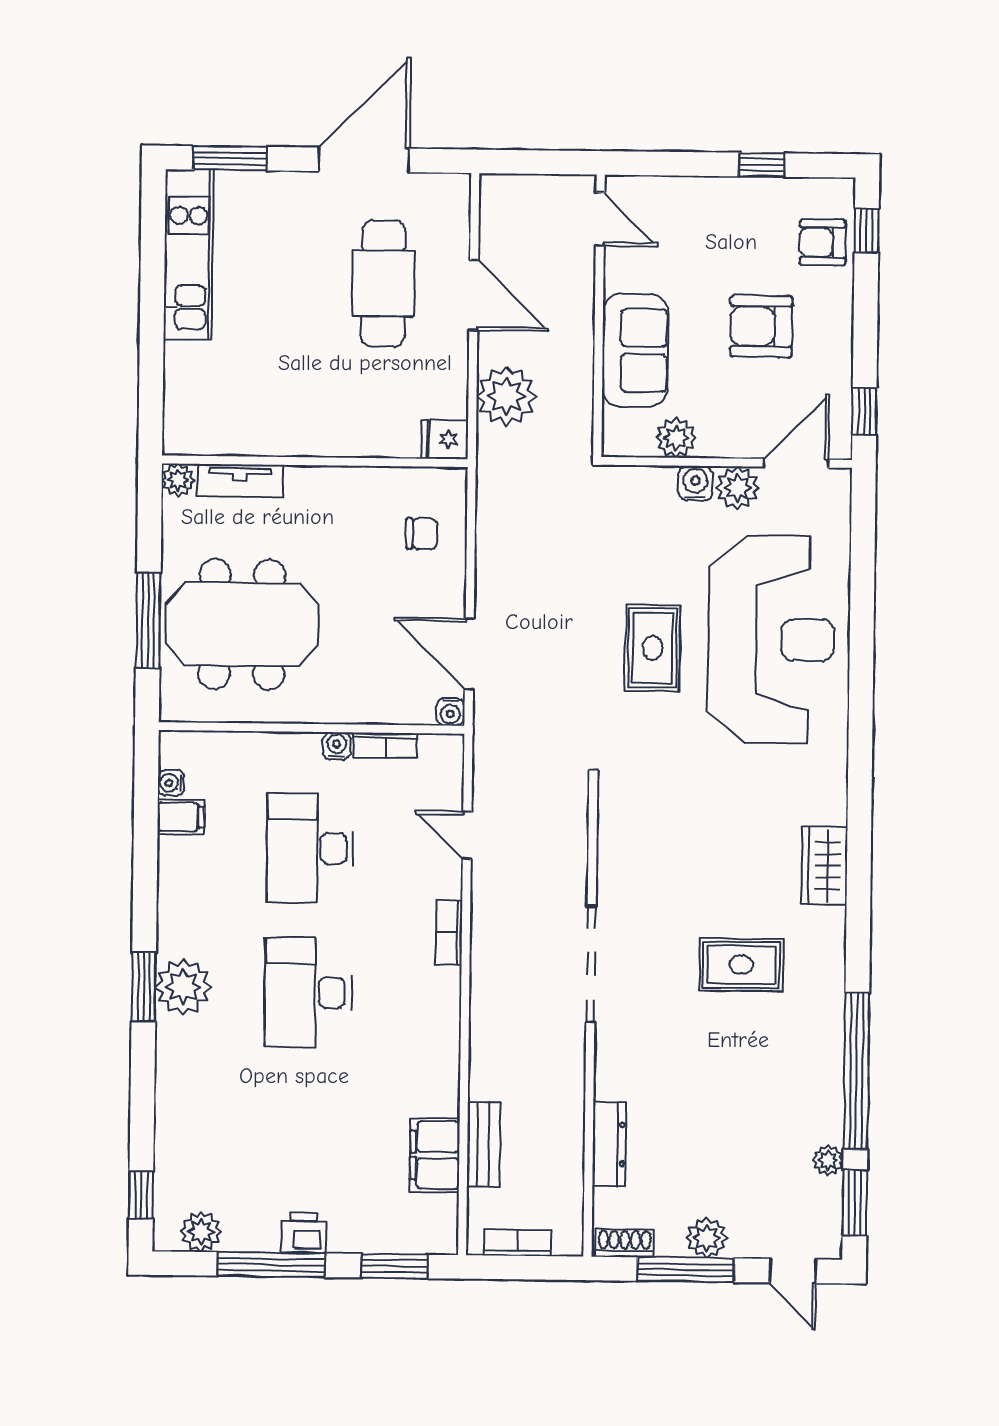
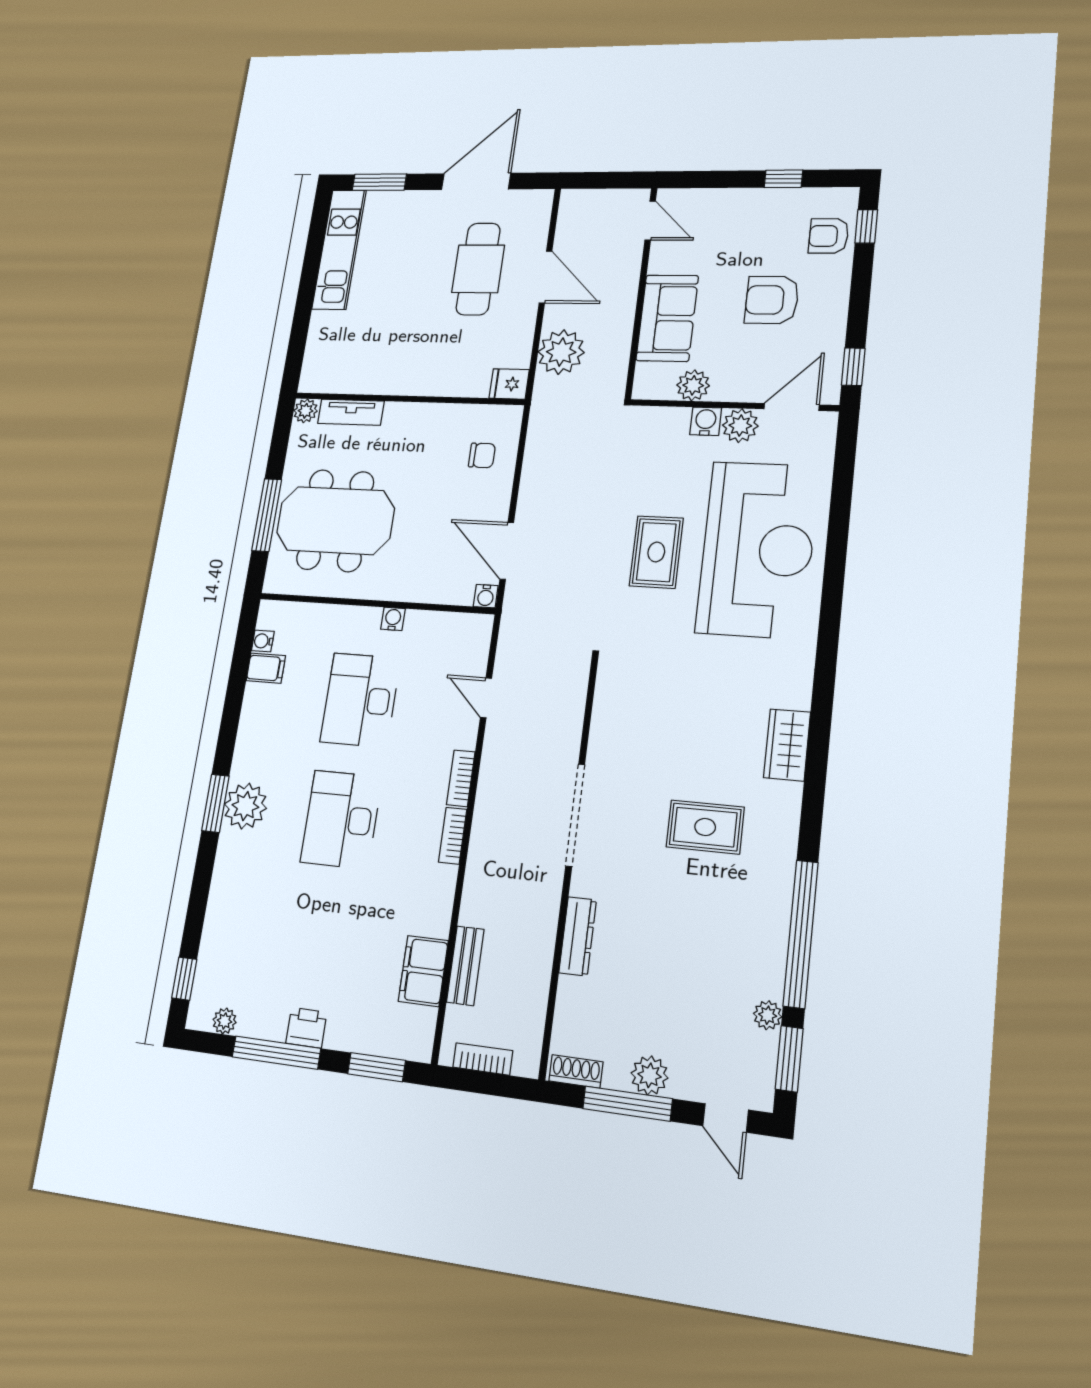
bookcase: (386, 745) -> (453, 836), moved, turned 90
dresser: (609, 1144) -> (578, 936), moved
plant: (201, 1232) -> (225, 1021), width x0.73, depth x0.73

